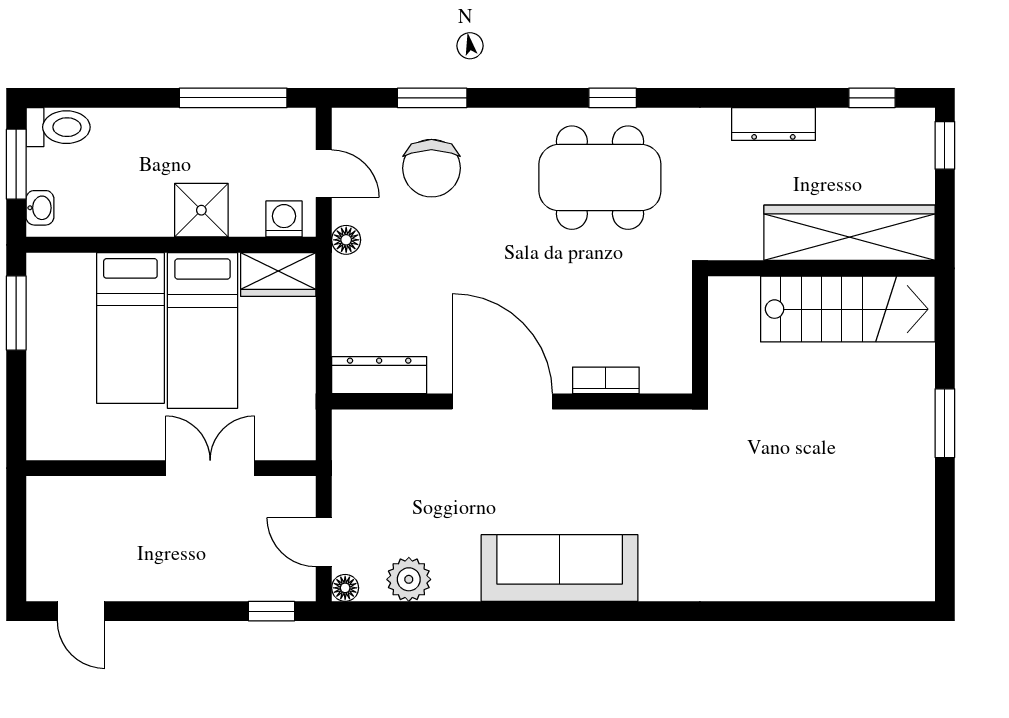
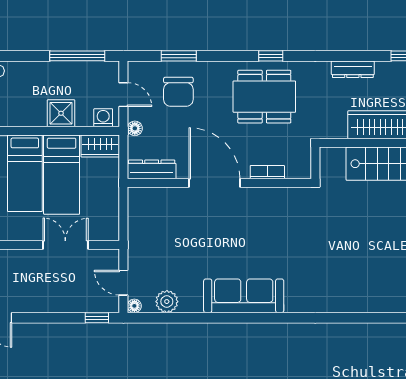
dresser: (379, 375) -> (152, 169), moved
bookcase: (606, 380) -> (267, 172), moved
door: (502, 402) -> (214, 183), moved
wall: (512, 402) -> (219, 183), moved

